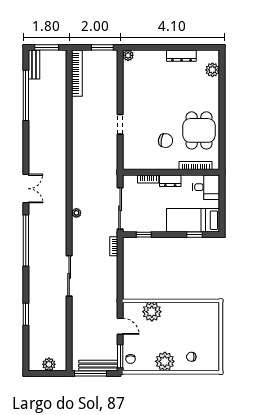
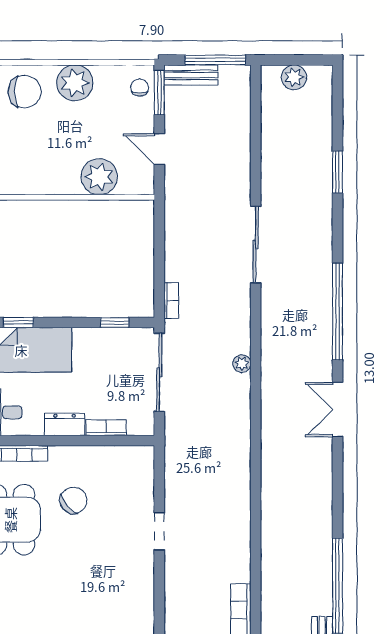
chair: (165, 141) -> (73, 500), turned 130
chair: (191, 357) -> (25, 92), width x1.87, depth x1.87
bench: (98, 366) -> (191, 75), width x0.73

